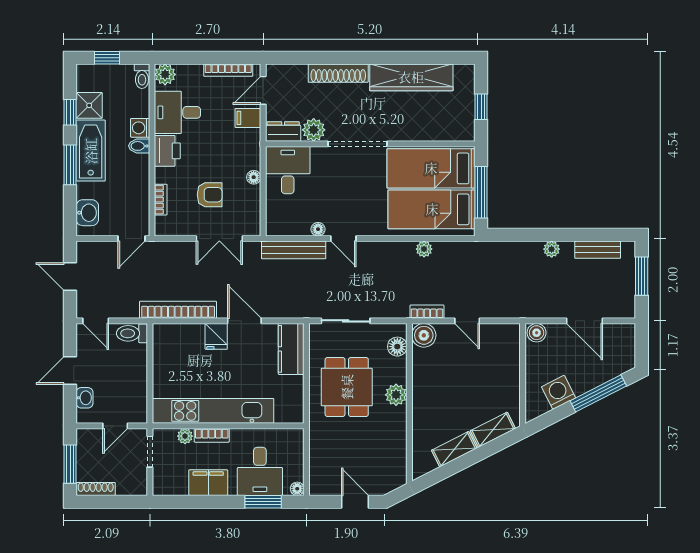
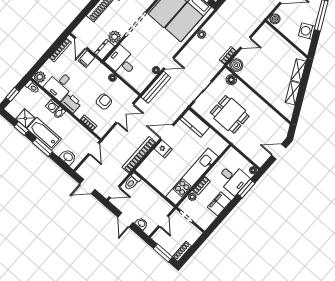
plant: (396, 395) -> (250, 97), removed

